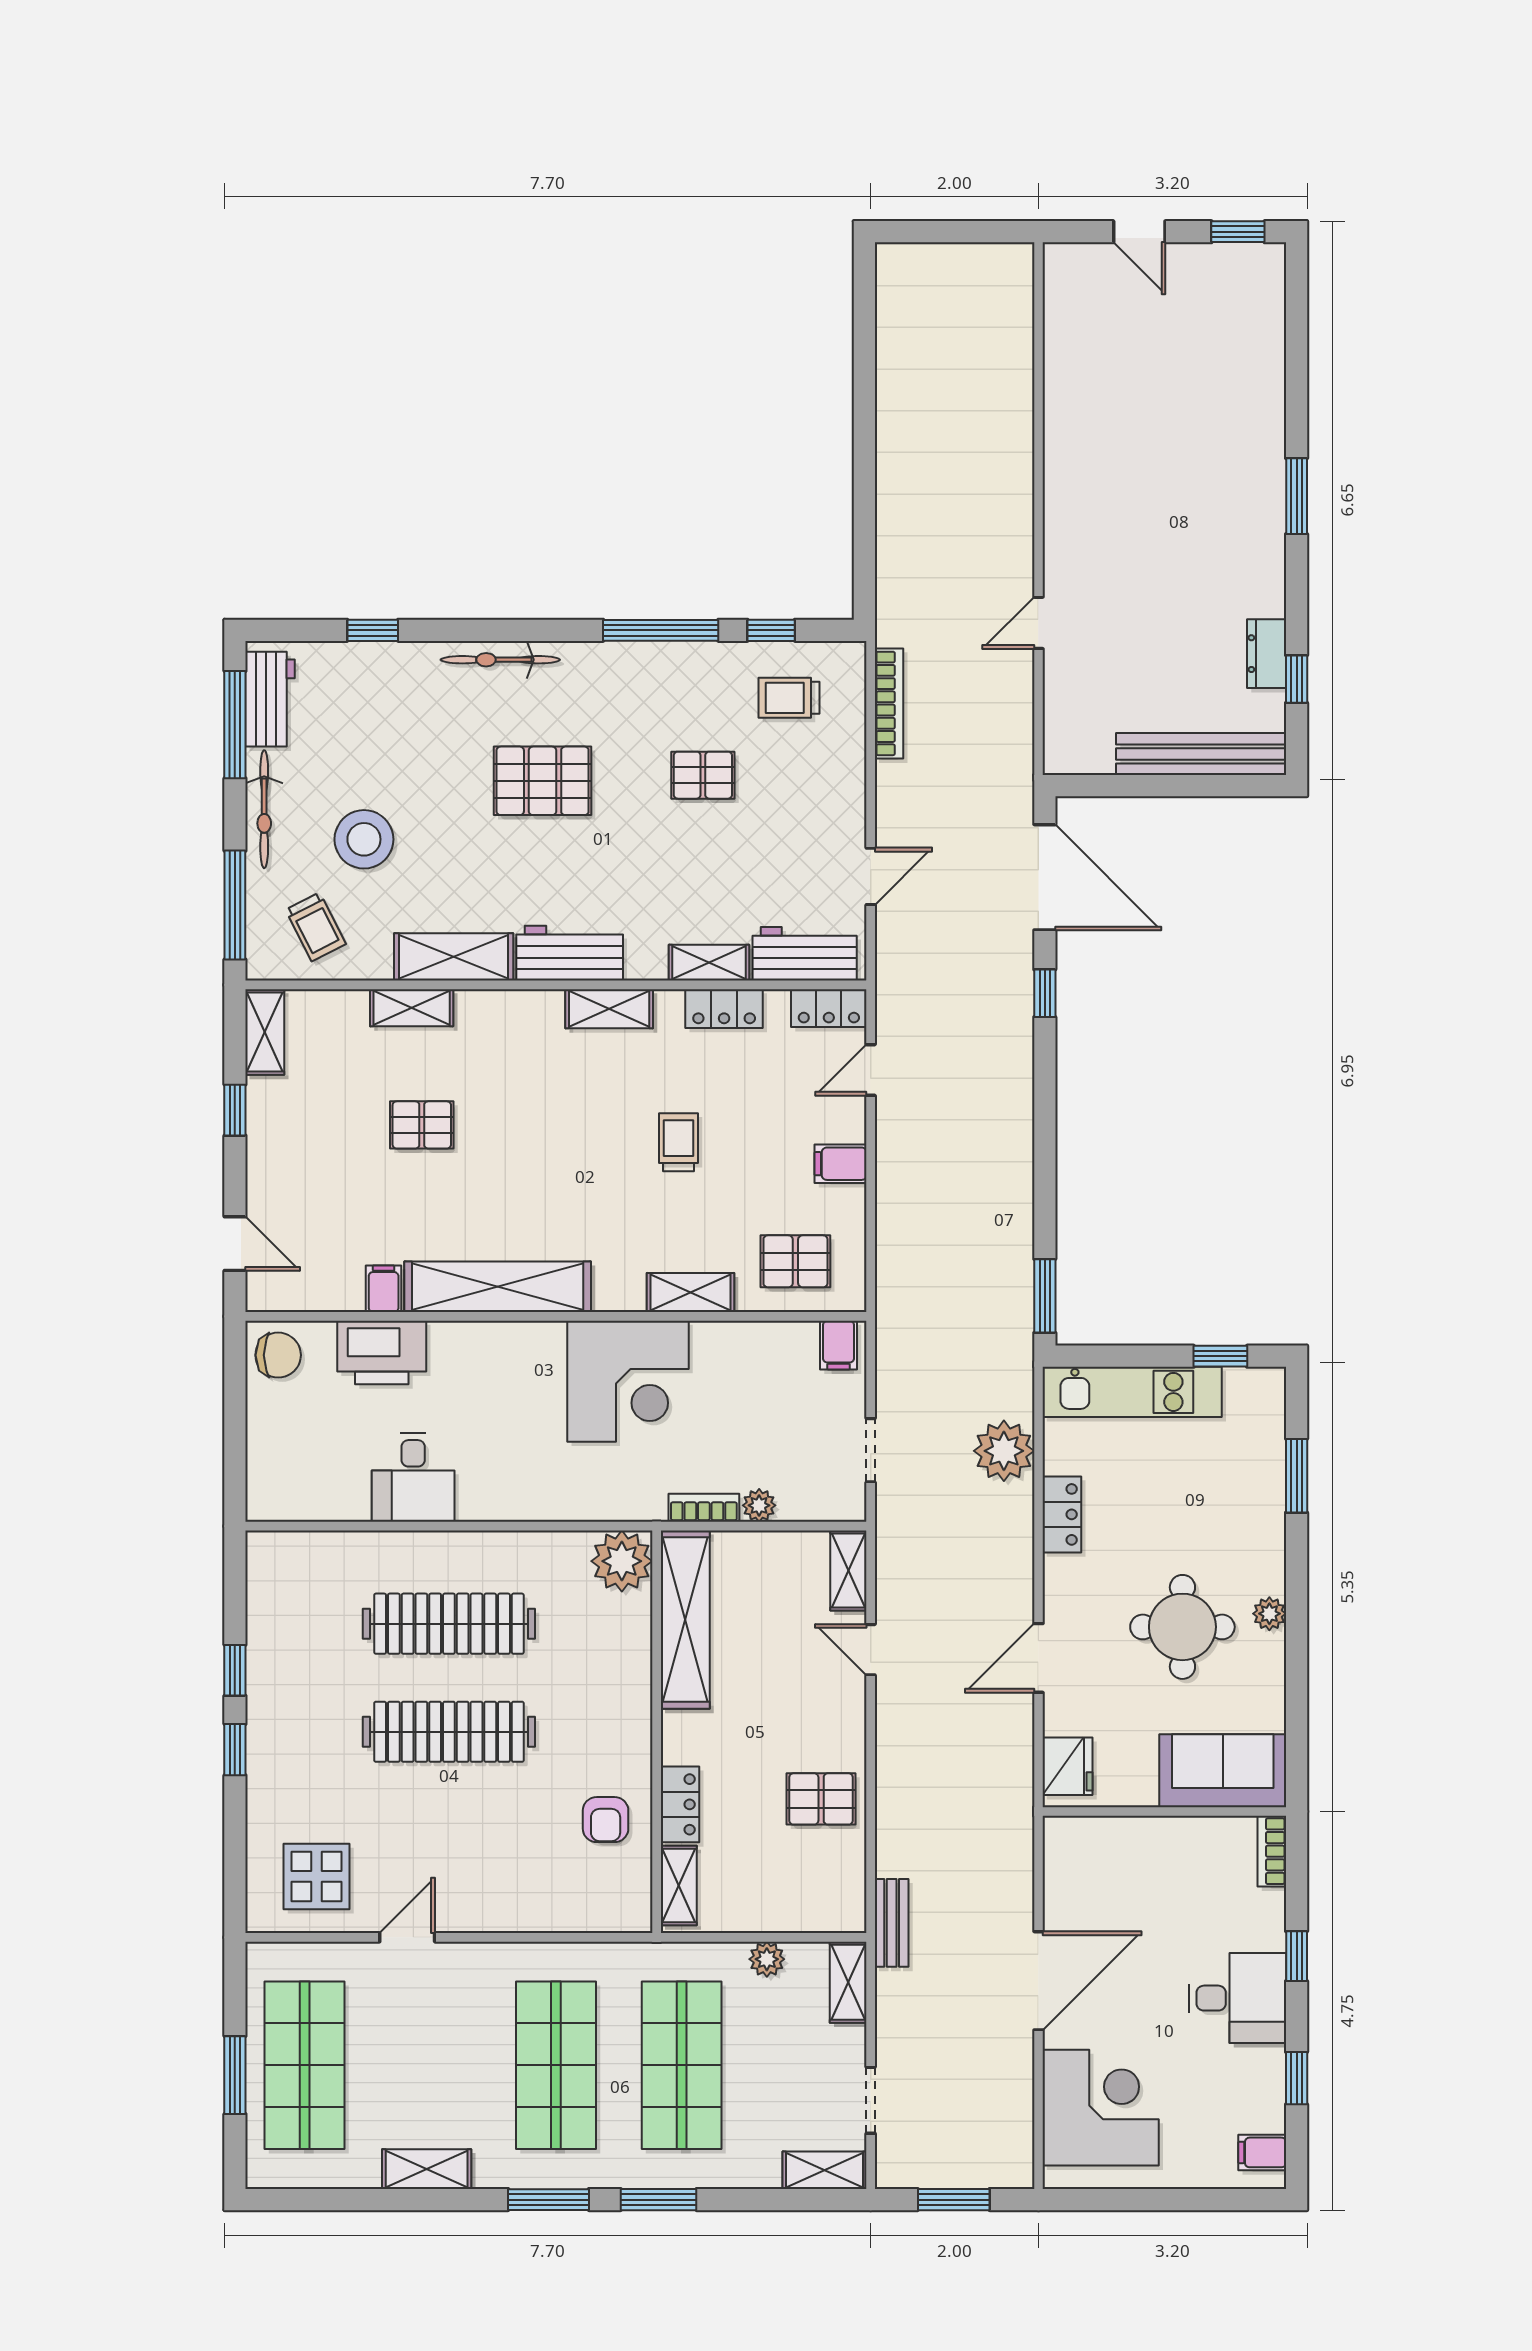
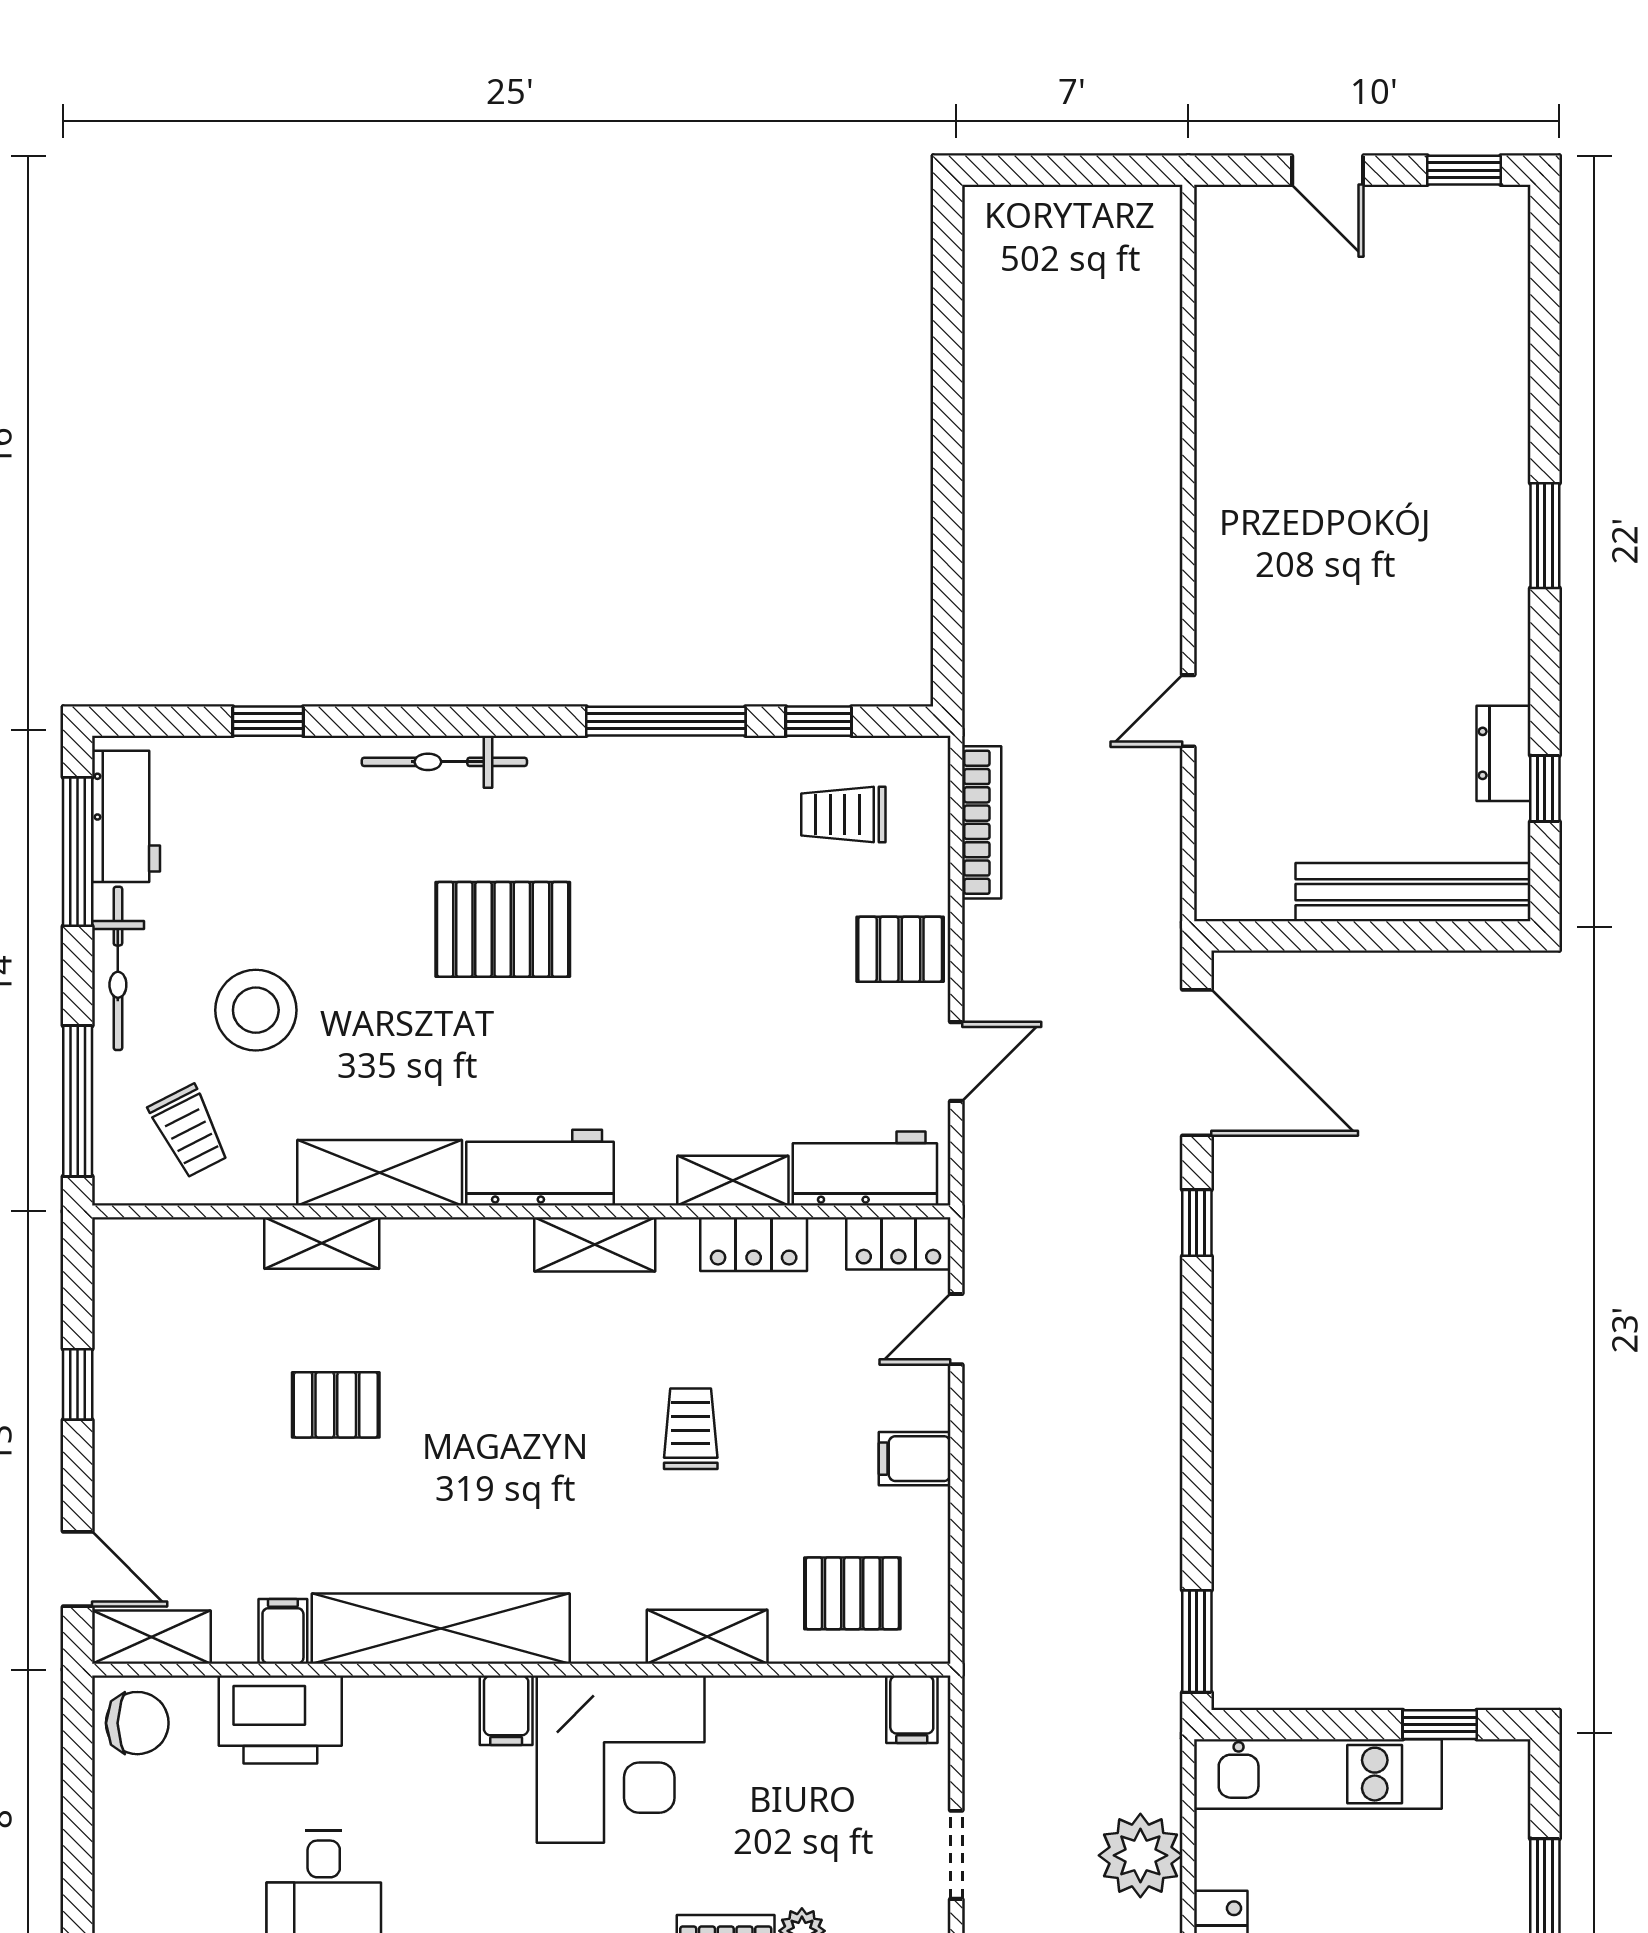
pallet: (703, 775) -> (900, 949), moved
shelving: (265, 1032) -> (151, 1637), moved, turned 90
filing cabinet: (545, 1346) -> (506, 1710), added

